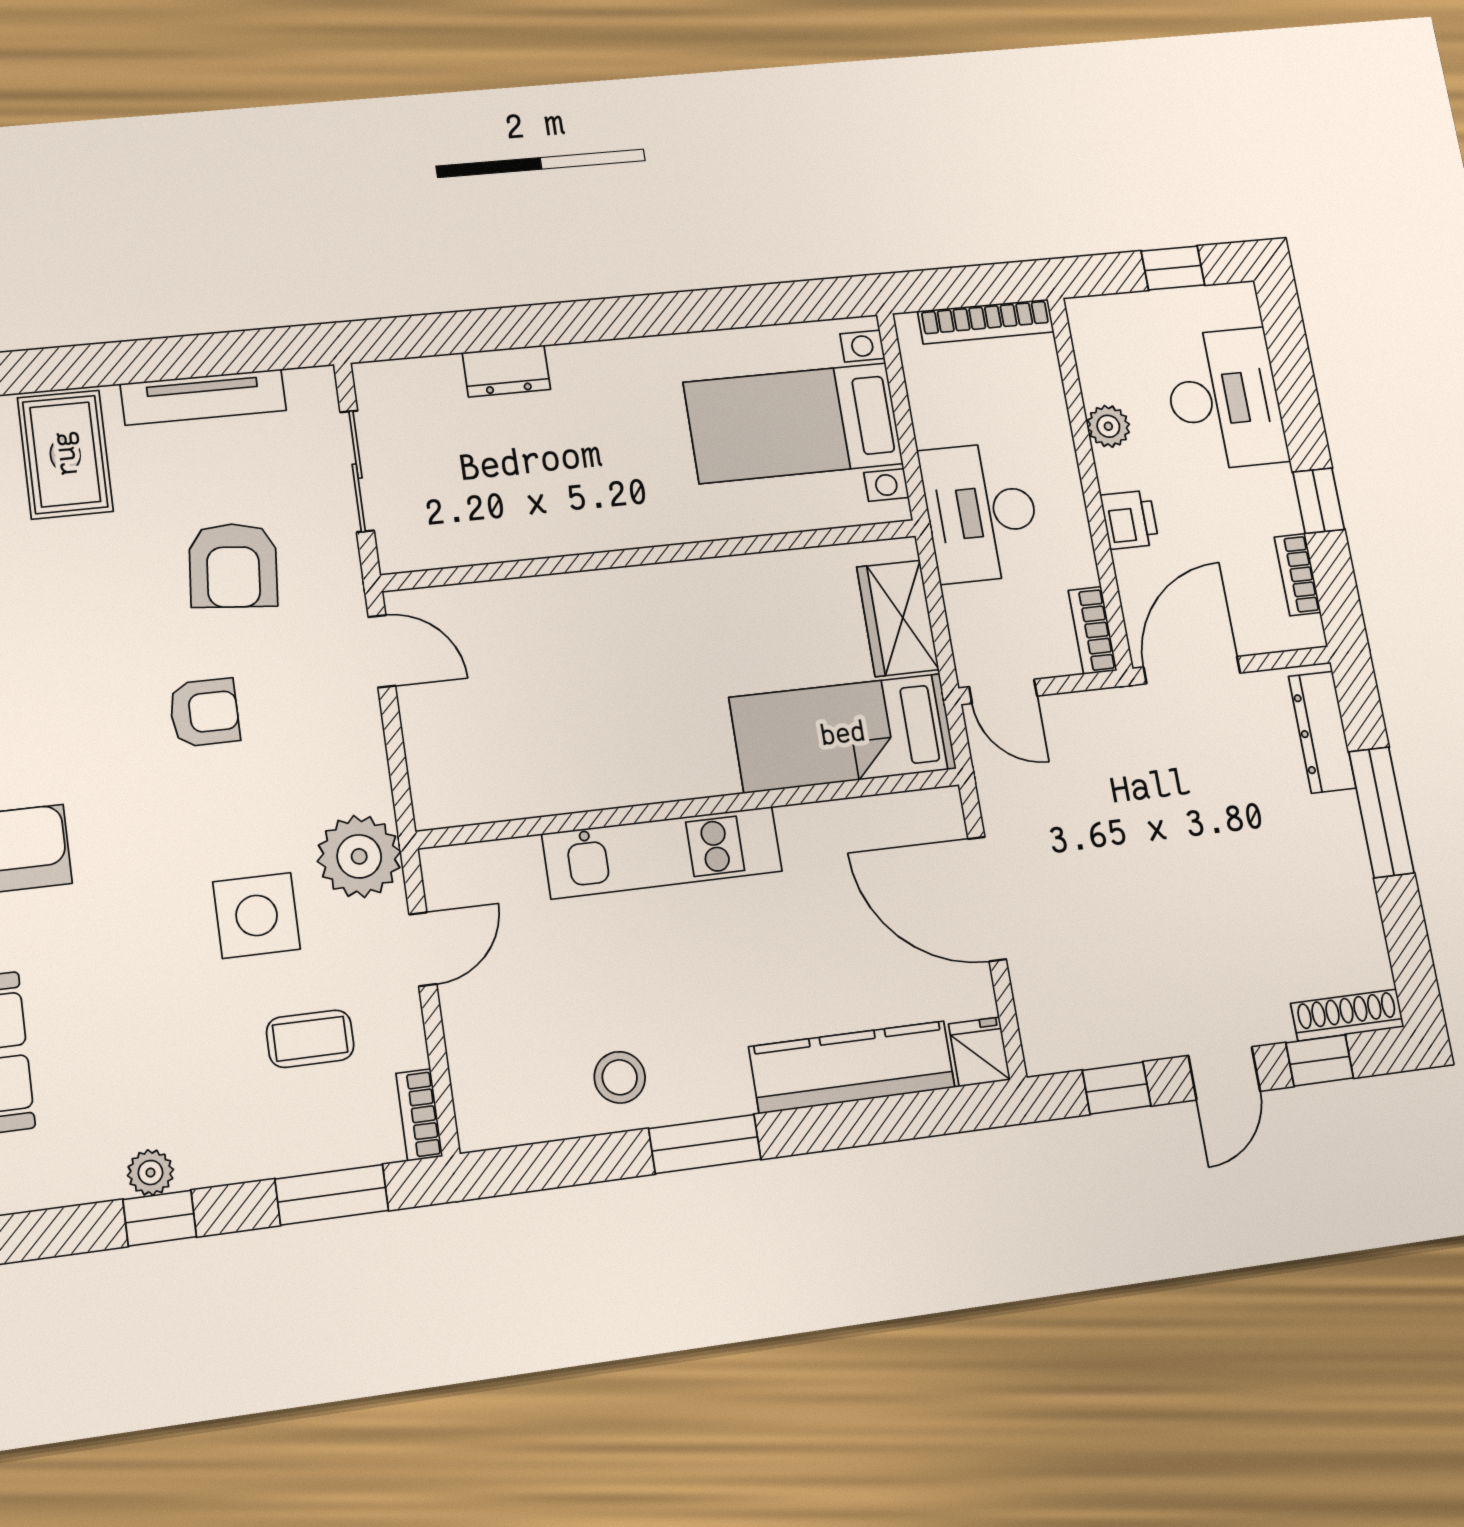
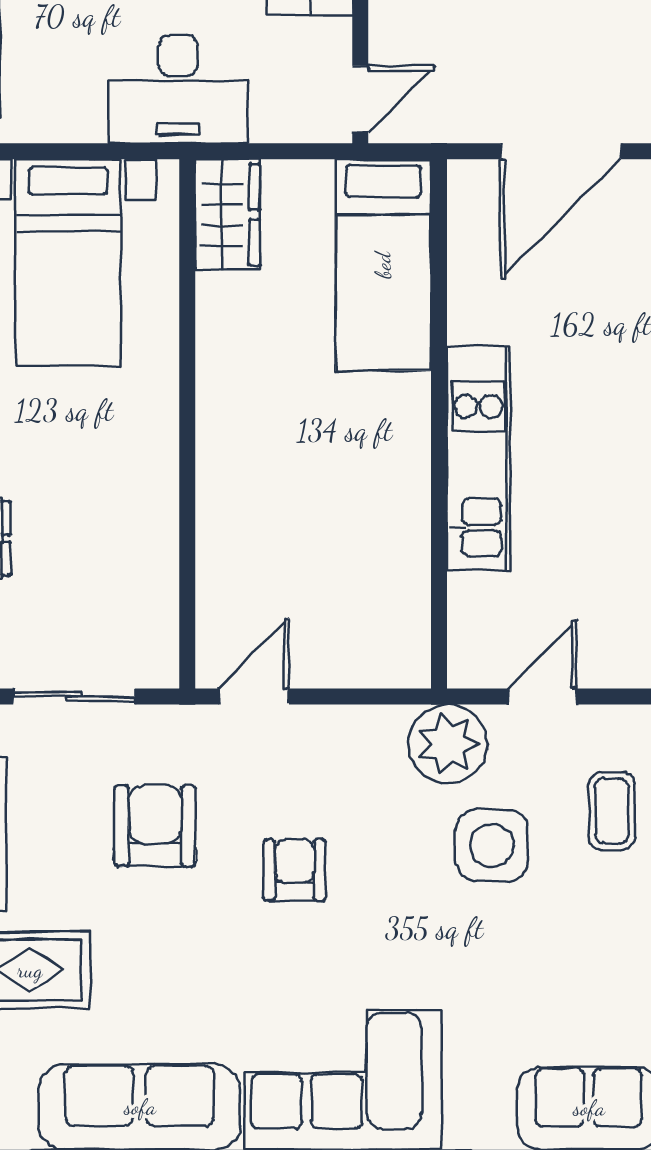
armchair: (233, 565) -> (155, 826), turned -95
wardrobe: (898, 618) -> (227, 215), moved, turned -90
door: (423, 949) -> (542, 696), hinge flipped

